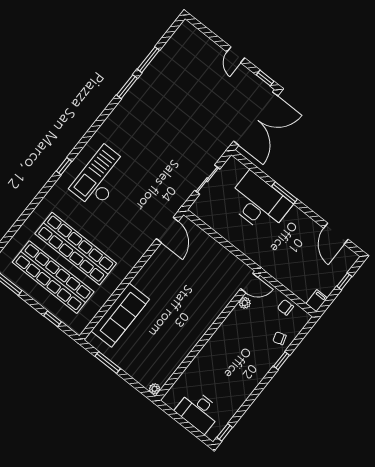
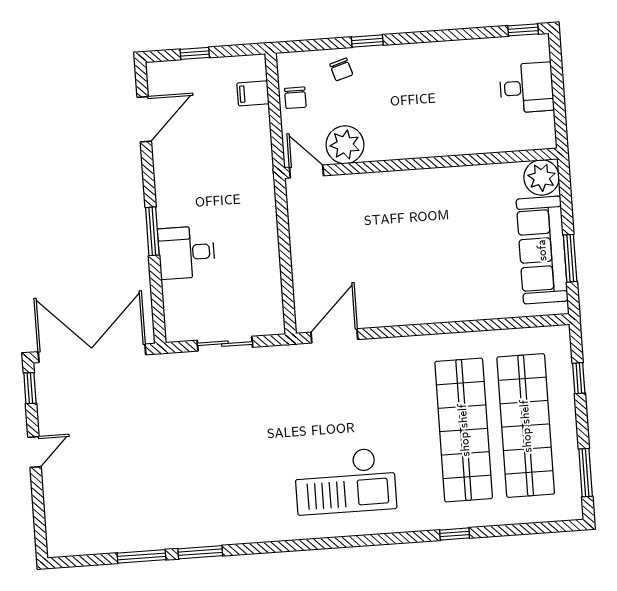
window: (64, 166) -> (455, 534), moved
desk: (259, 203) -> (186, 253), width x0.53, depth x0.77
filing cabinet: (317, 301) -> (253, 93), moved
plant: (245, 303) -> (345, 145), width x1.88, depth x1.88
sofa: (120, 315) -> (542, 250), moved, turned -90
plant: (155, 389) -> (542, 177), width x1.87, depth x1.87
desk: (198, 411) -> (527, 88), width x0.73

